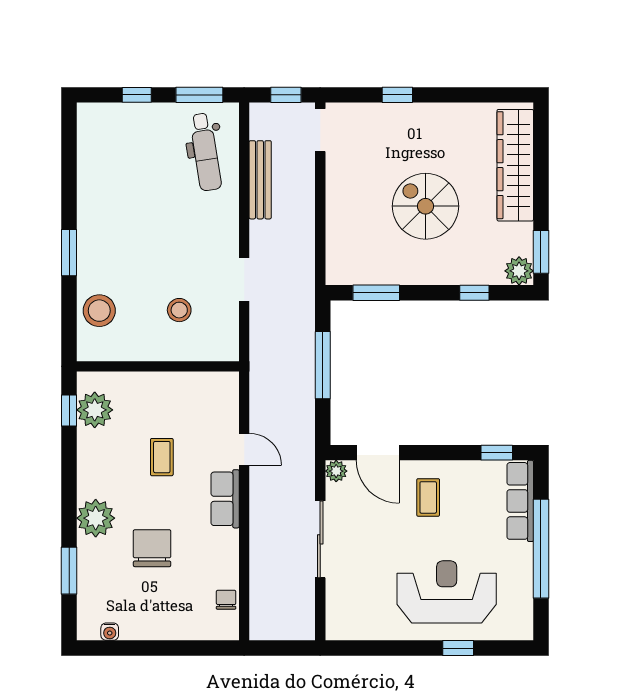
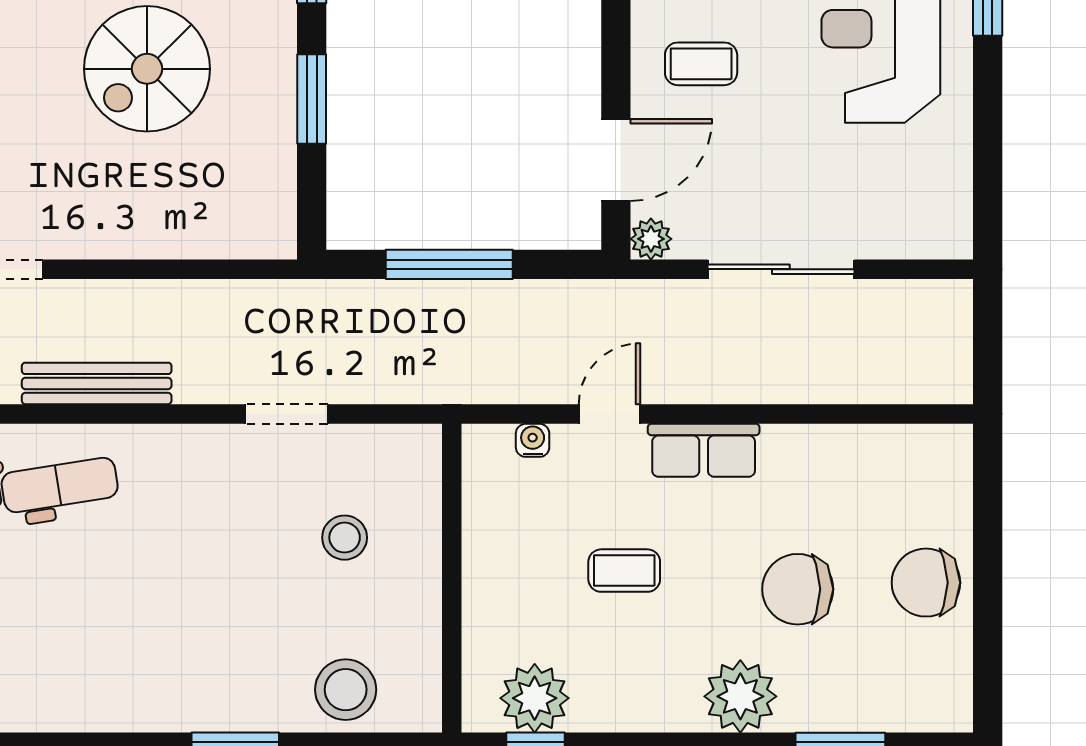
window: (376, 293) -> (312, 99), moved
chair: (226, 600) -> (926, 583), moved, width x1.87, depth x1.87
water cooler: (110, 632) -> (533, 440), moved, turned -90

